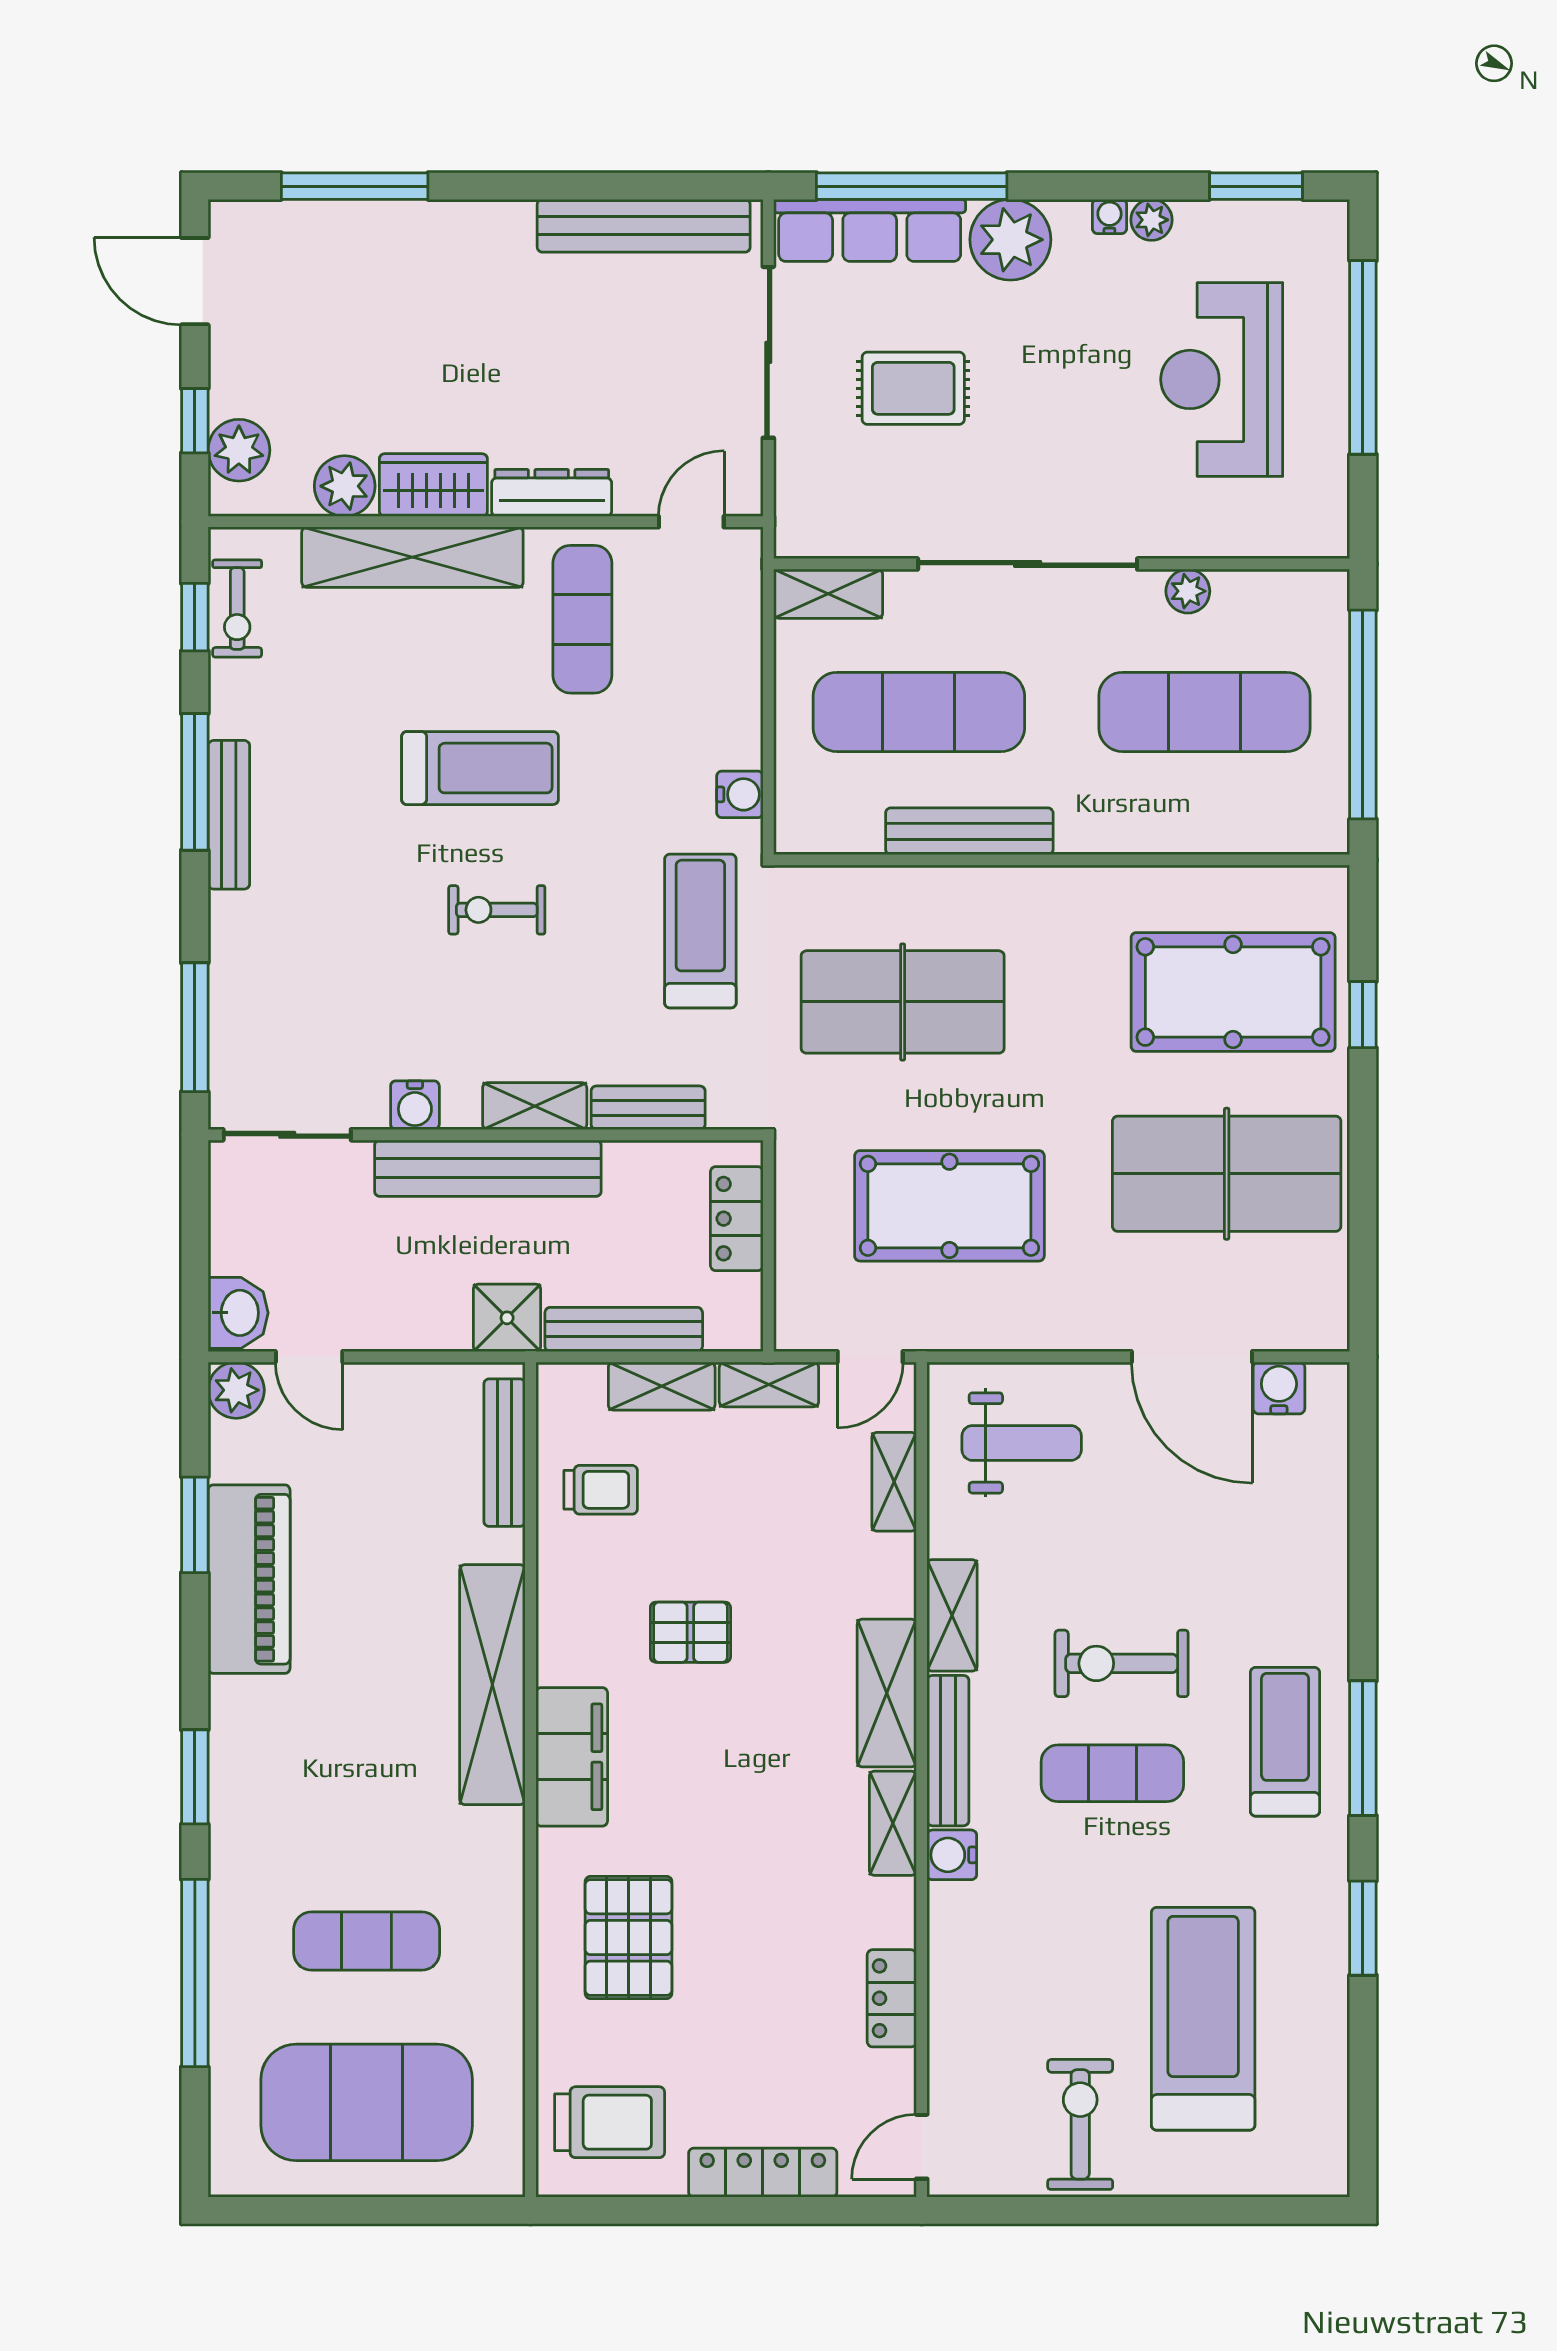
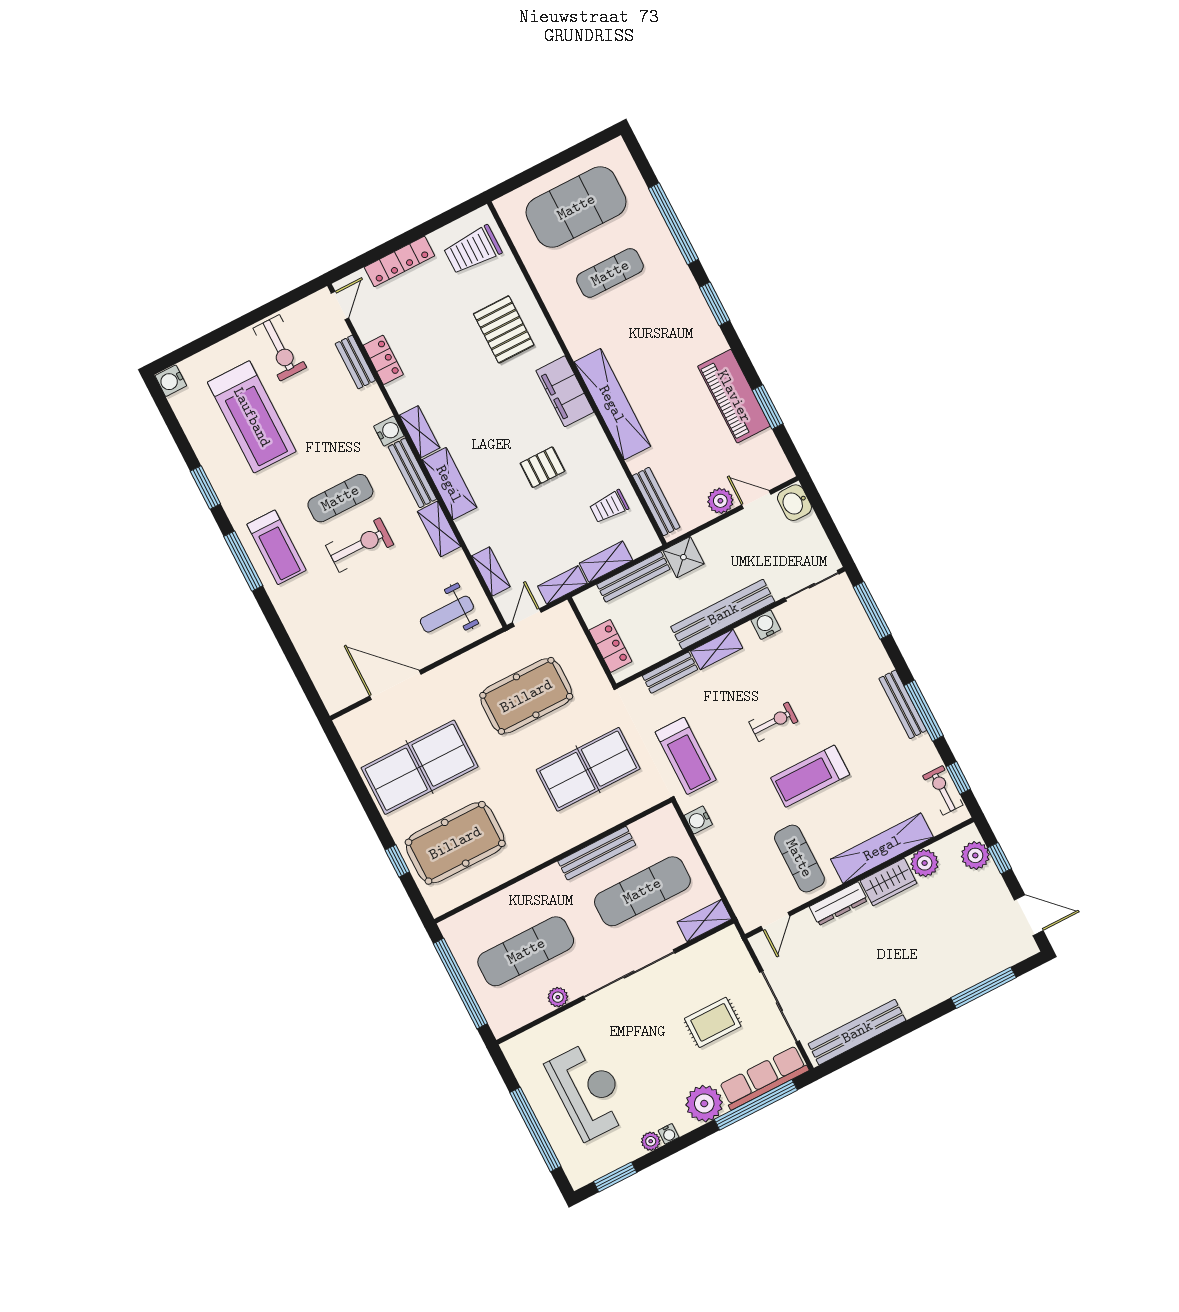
water cooler: (1279, 1388) -> (171, 381), moved, turned 90
plant: (236, 1390) -> (720, 501), moved
bench: (948, 2022) -> (355, 362), added

